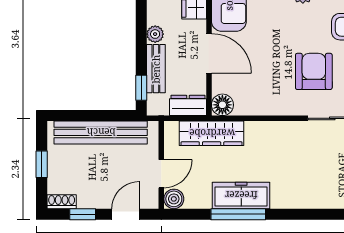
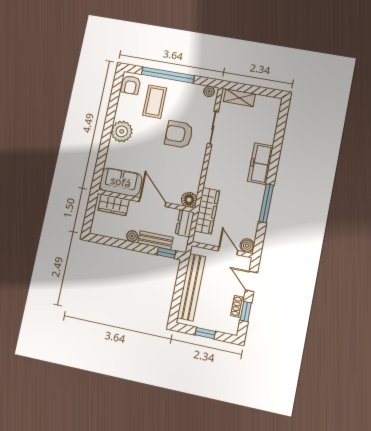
door: (209, 53) -> (153, 202), hinge flipped
freezer: (241, 195) -> (260, 164), moved
shoe rack: (62, 202) -> (238, 306), moved

